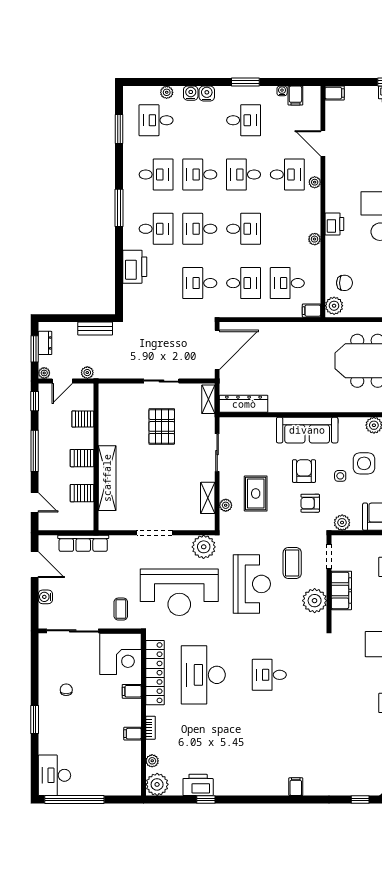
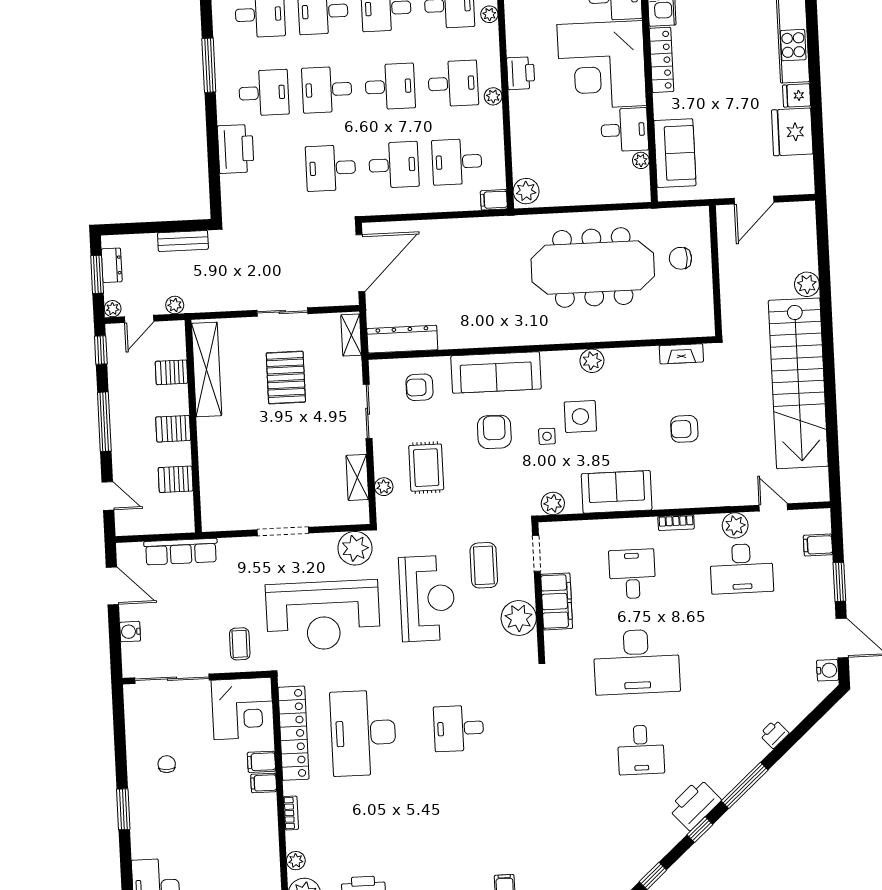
desk: (287, 229) -> (453, 83), added
chair: (344, 283) -> (539, 157), removed
shelving: (107, 478) -> (207, 369), moved
armchair: (310, 503) -> (420, 387), moved
filing cabinet: (133, 734) -> (264, 783), moved

